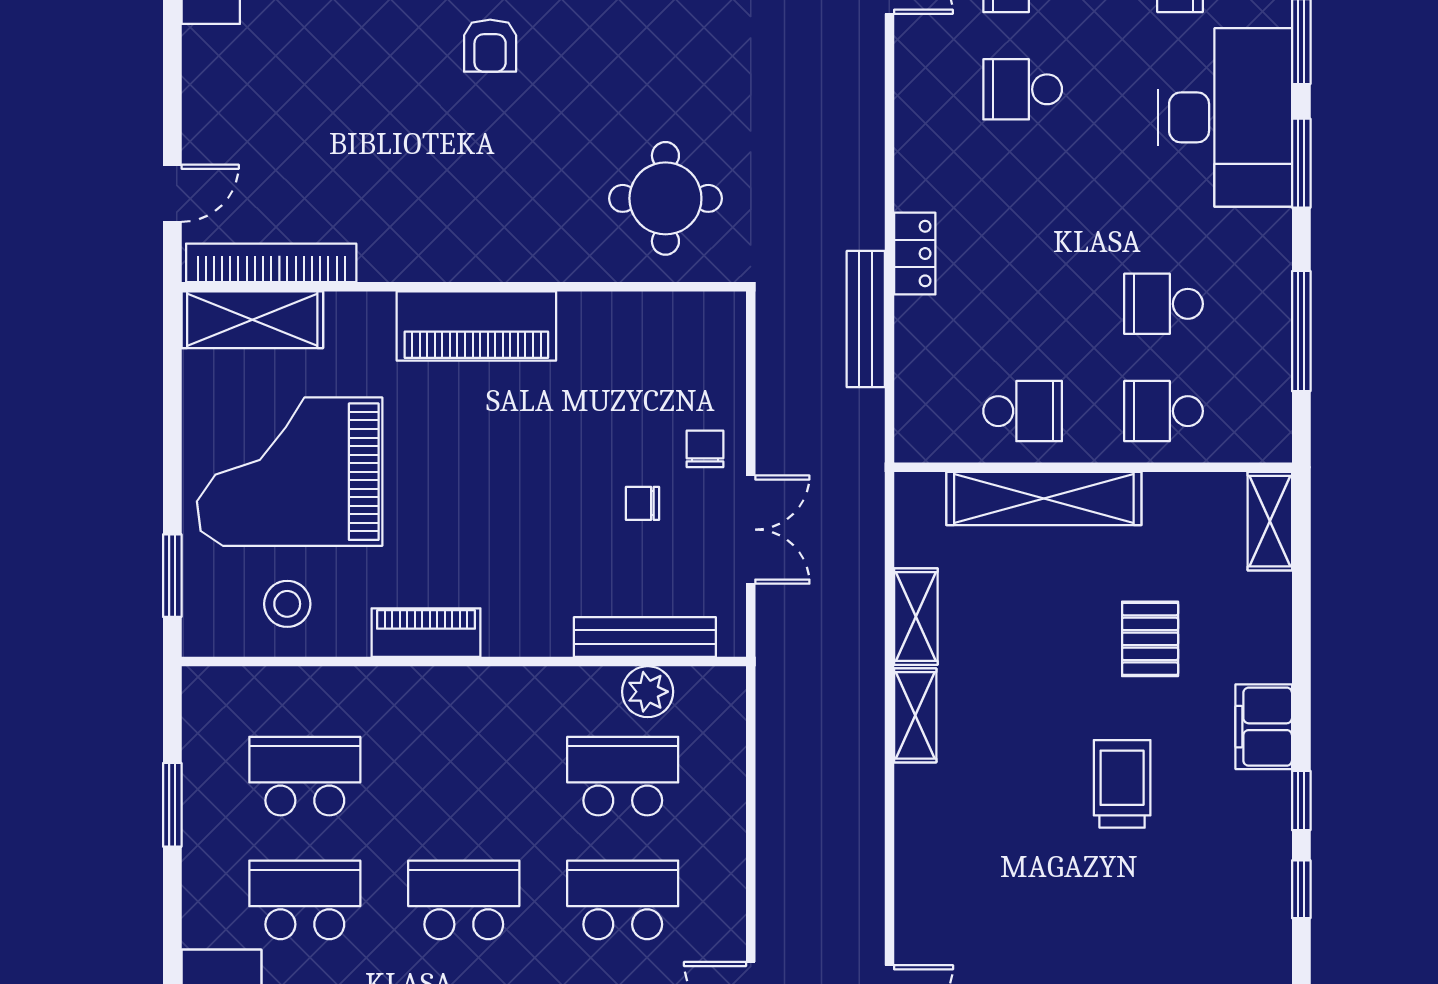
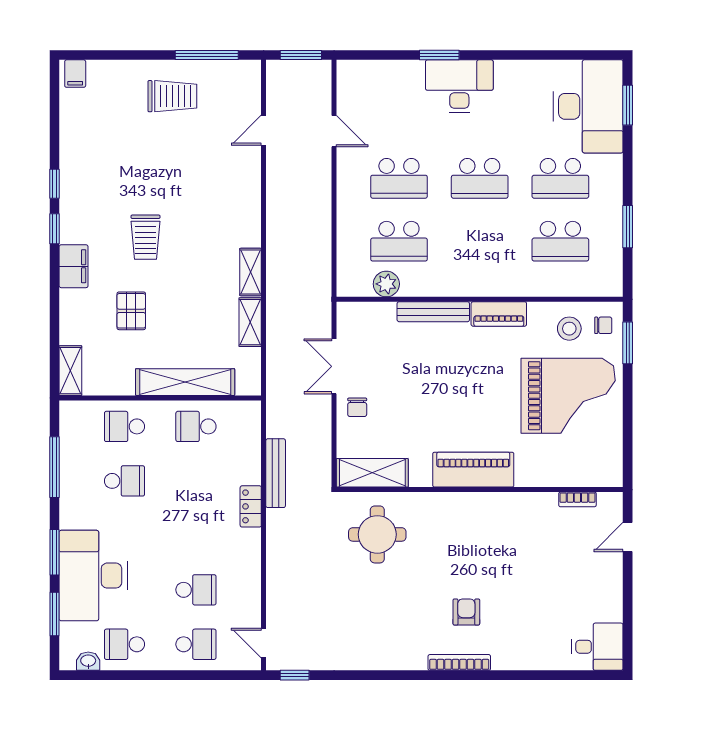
bookcase: (271, 263) -> (577, 499), width x0.43, depth x0.76
shelving: (252, 320) -> (372, 473), moved
school desk: (1163, 411) -> (124, 426), turned 180
chair: (642, 503) -> (603, 325), moved
bench: (645, 637) -> (433, 312), moved

